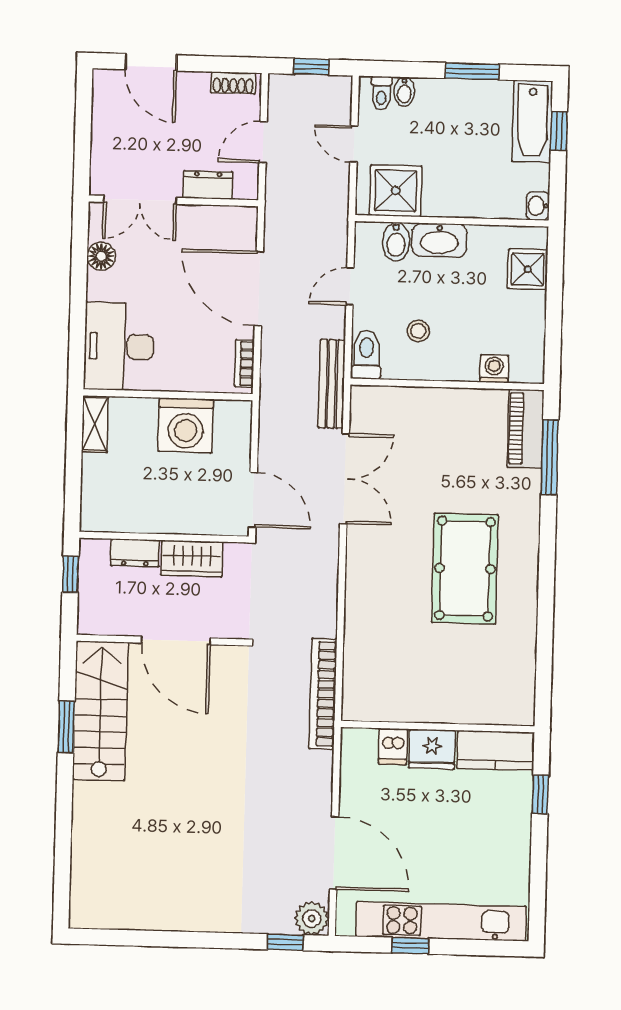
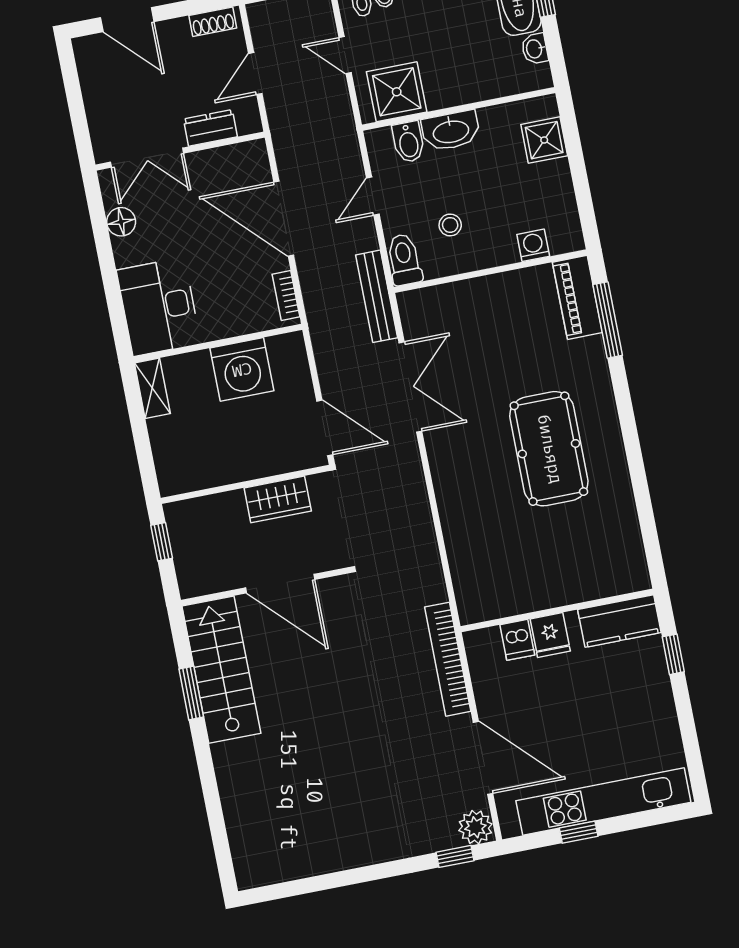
washbasin: (538, 206) -> (535, 49), moved
dresser: (135, 553) -> (220, 506), removed
bookcase: (323, 694) -> (448, 659), moved
fridge: (432, 749) -> (550, 635), width x0.72

